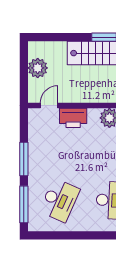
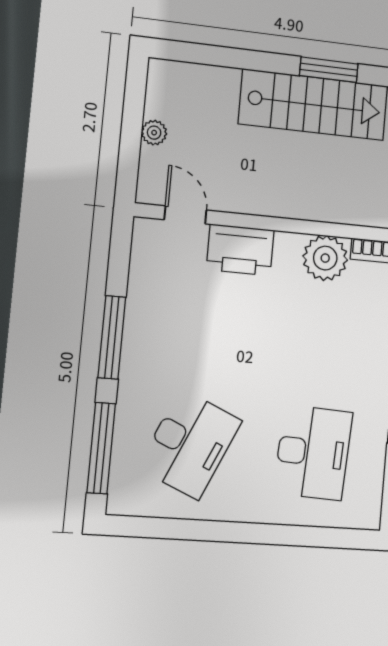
plant: (38, 68) -> (154, 133), width x0.53, depth x0.53
door: (49, 106) -> (185, 215), hinge flipped

